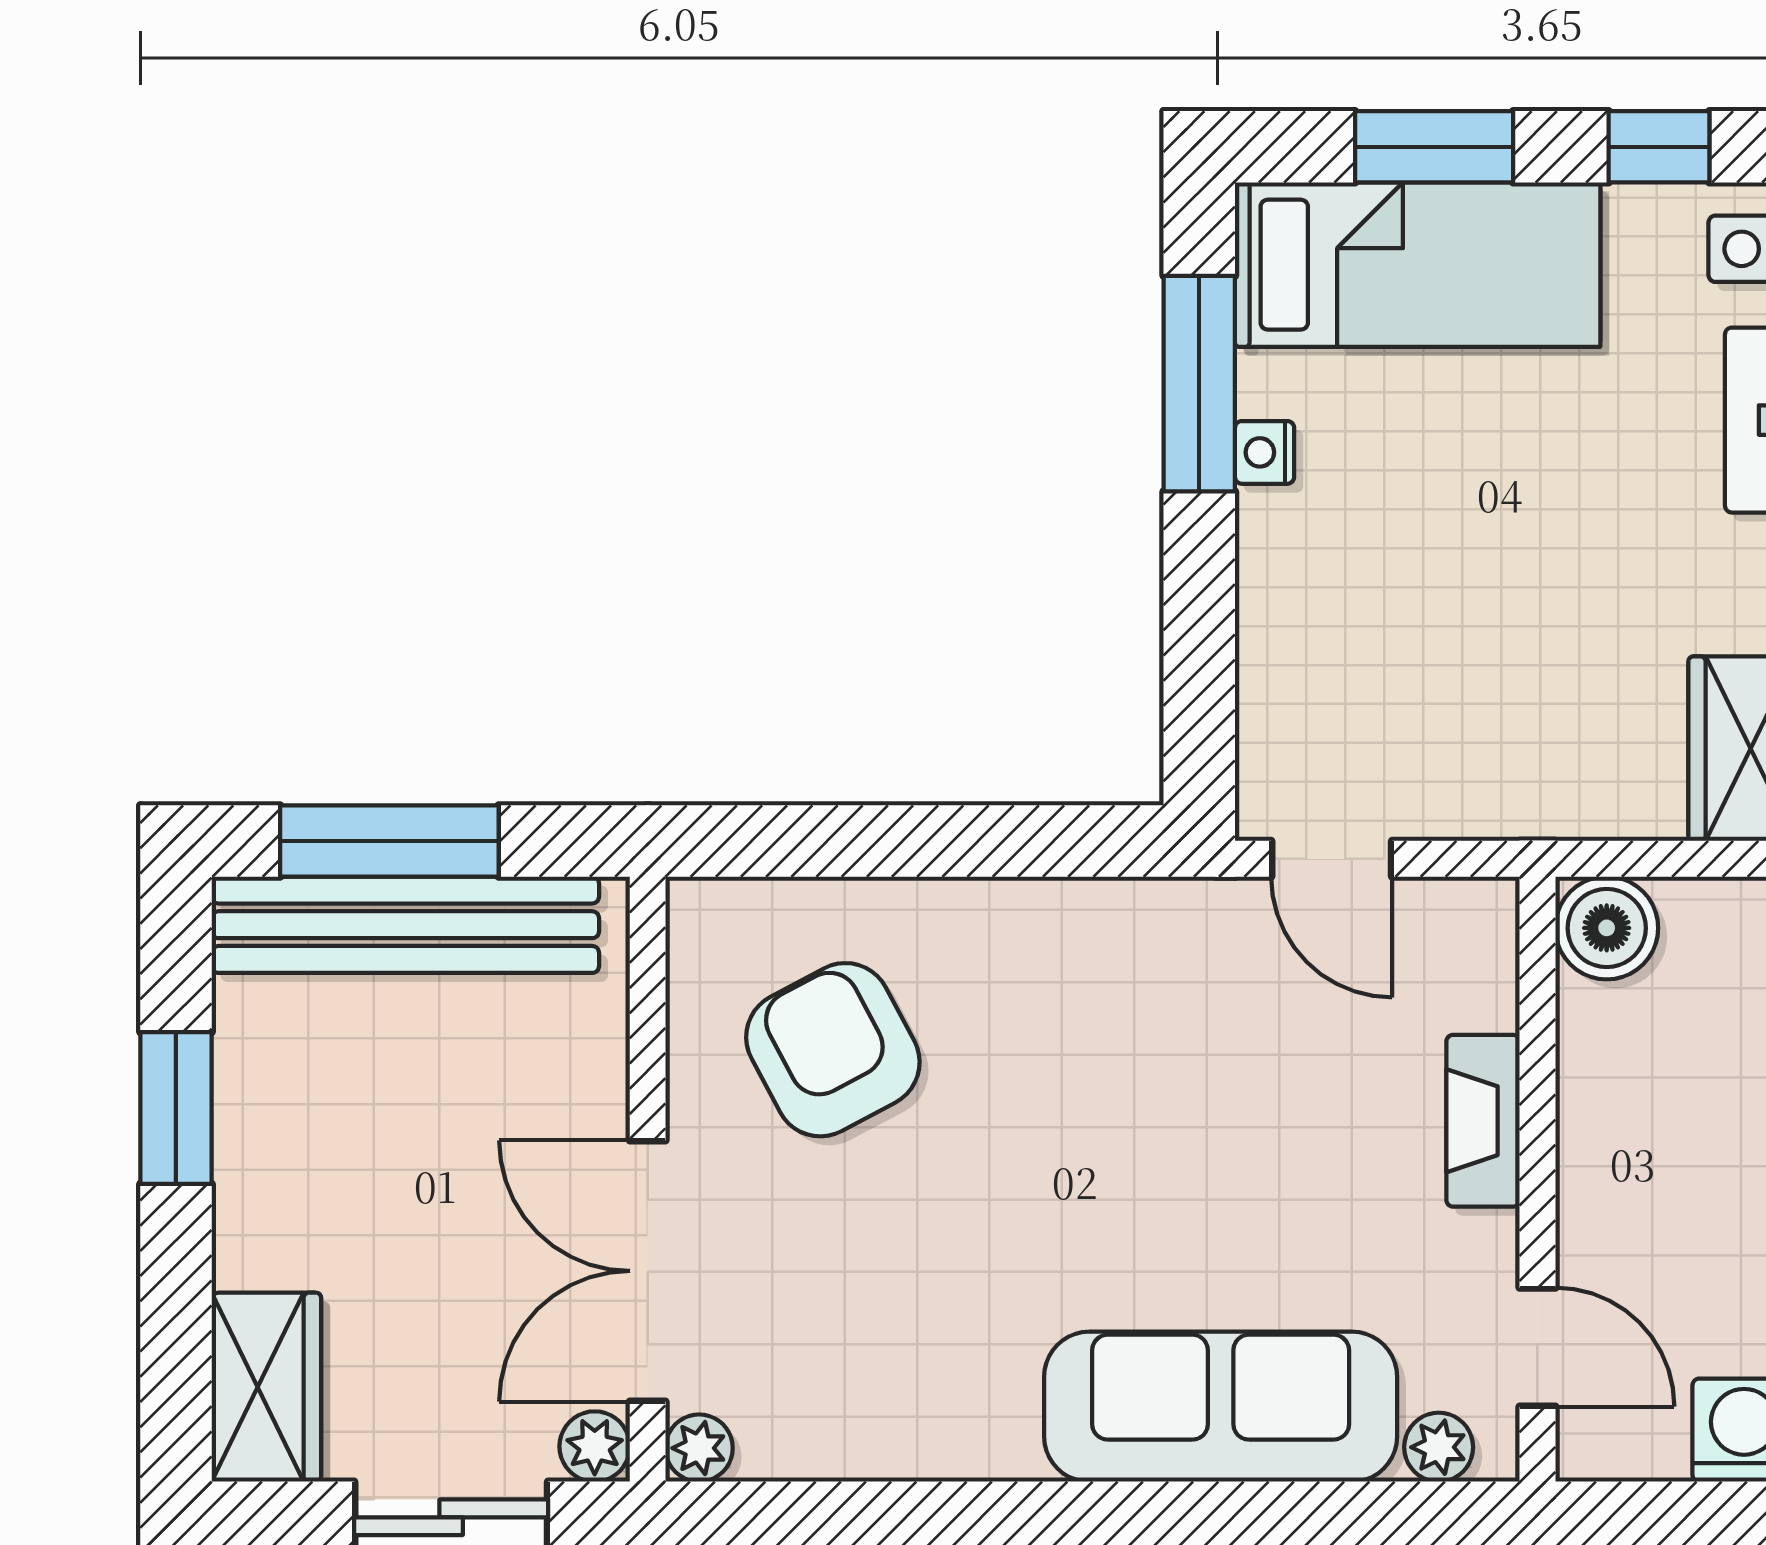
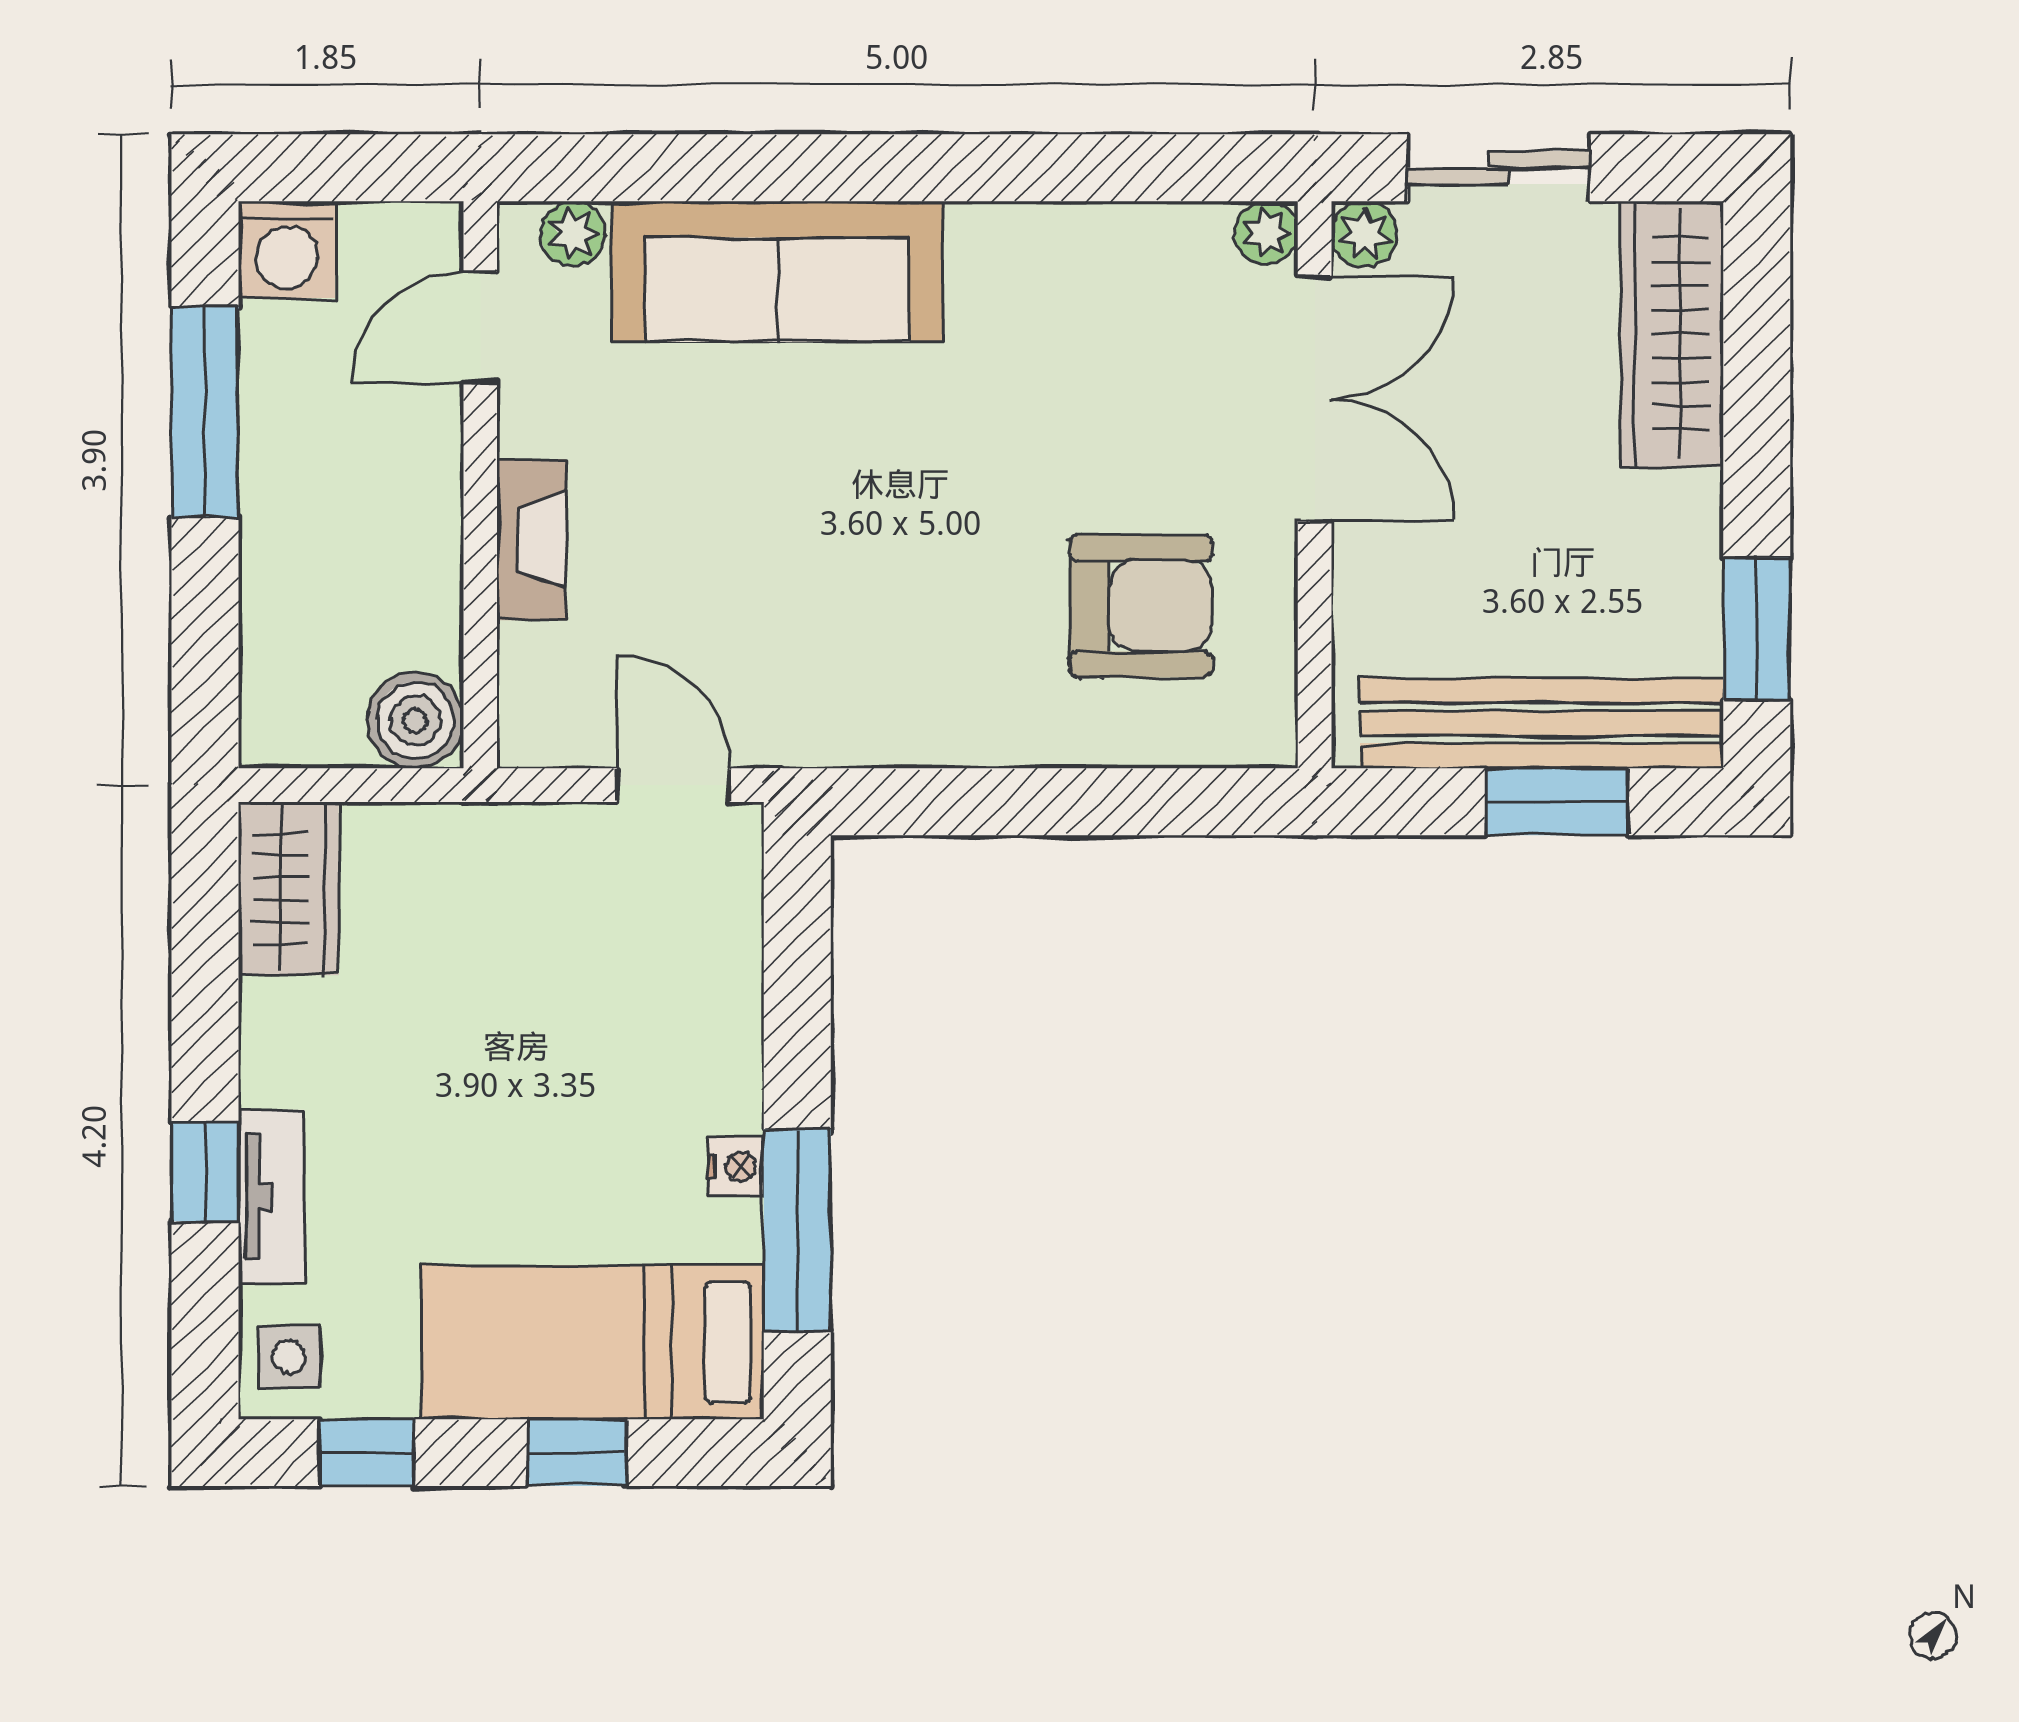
window: (1434, 147) -> (577, 1453), width x0.67
window: (389, 841) -> (1557, 802), width x0.69
armchair: (833, 1050) -> (1141, 606), turned -62
window: (176, 1108) -> (1757, 629), moved
door: (1537, 1347) -> (480, 327), hinge flipped
wardrobe: (266, 1387) -> (1672, 334), width x1.50

